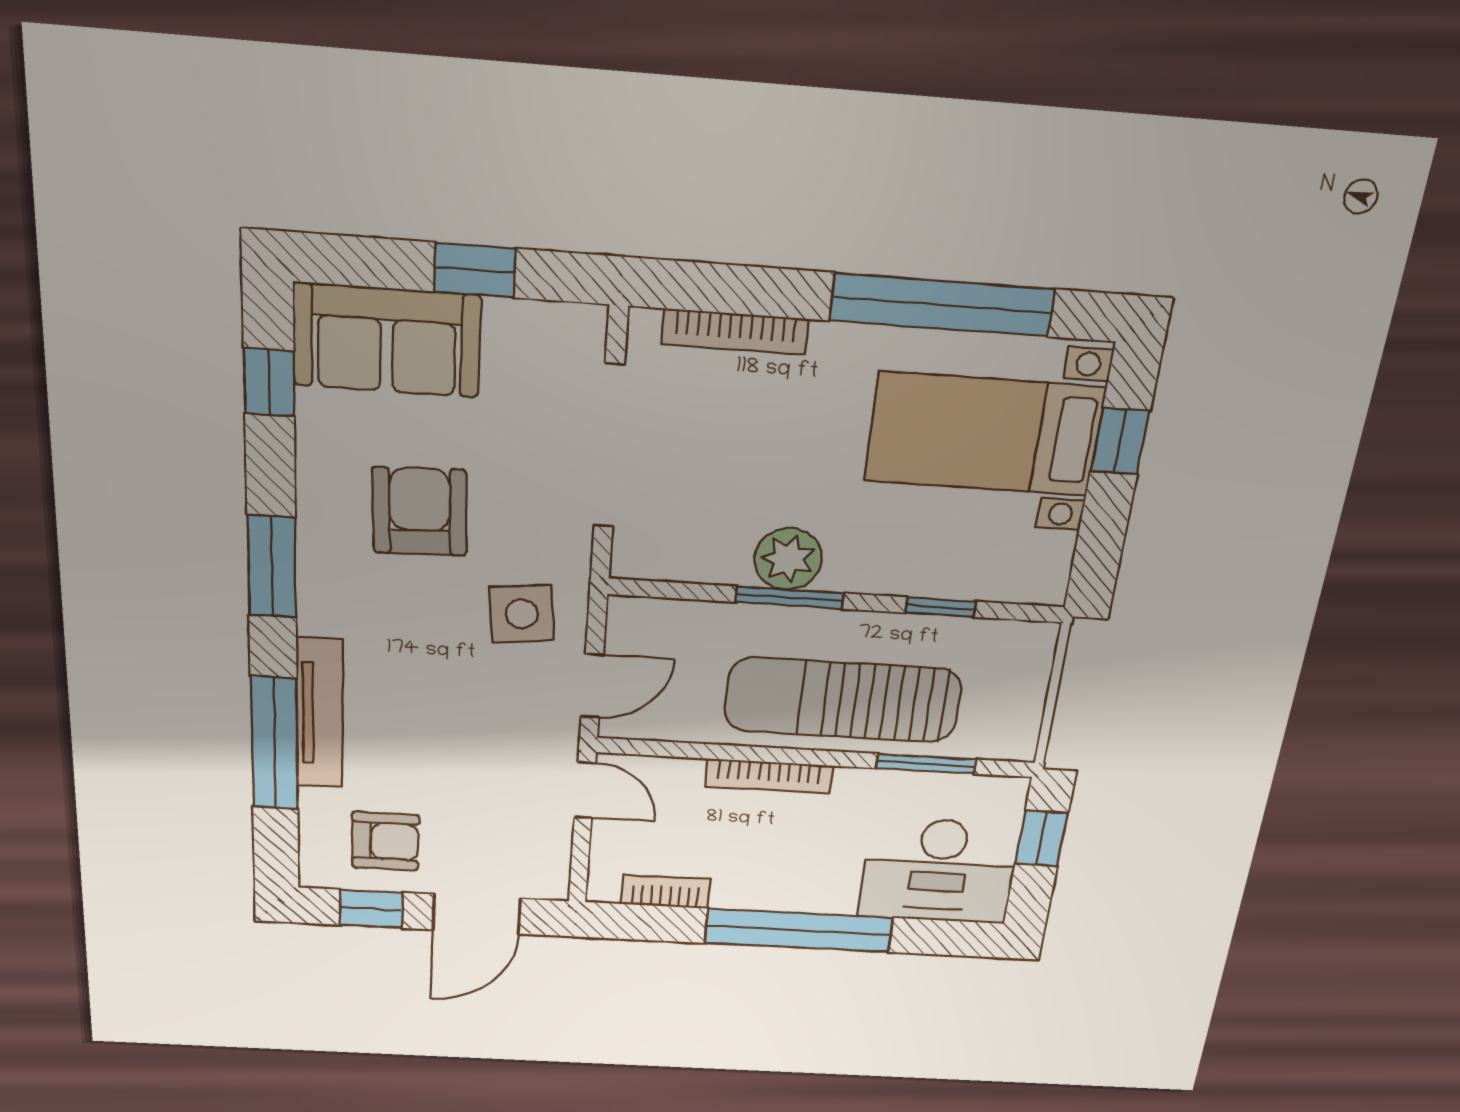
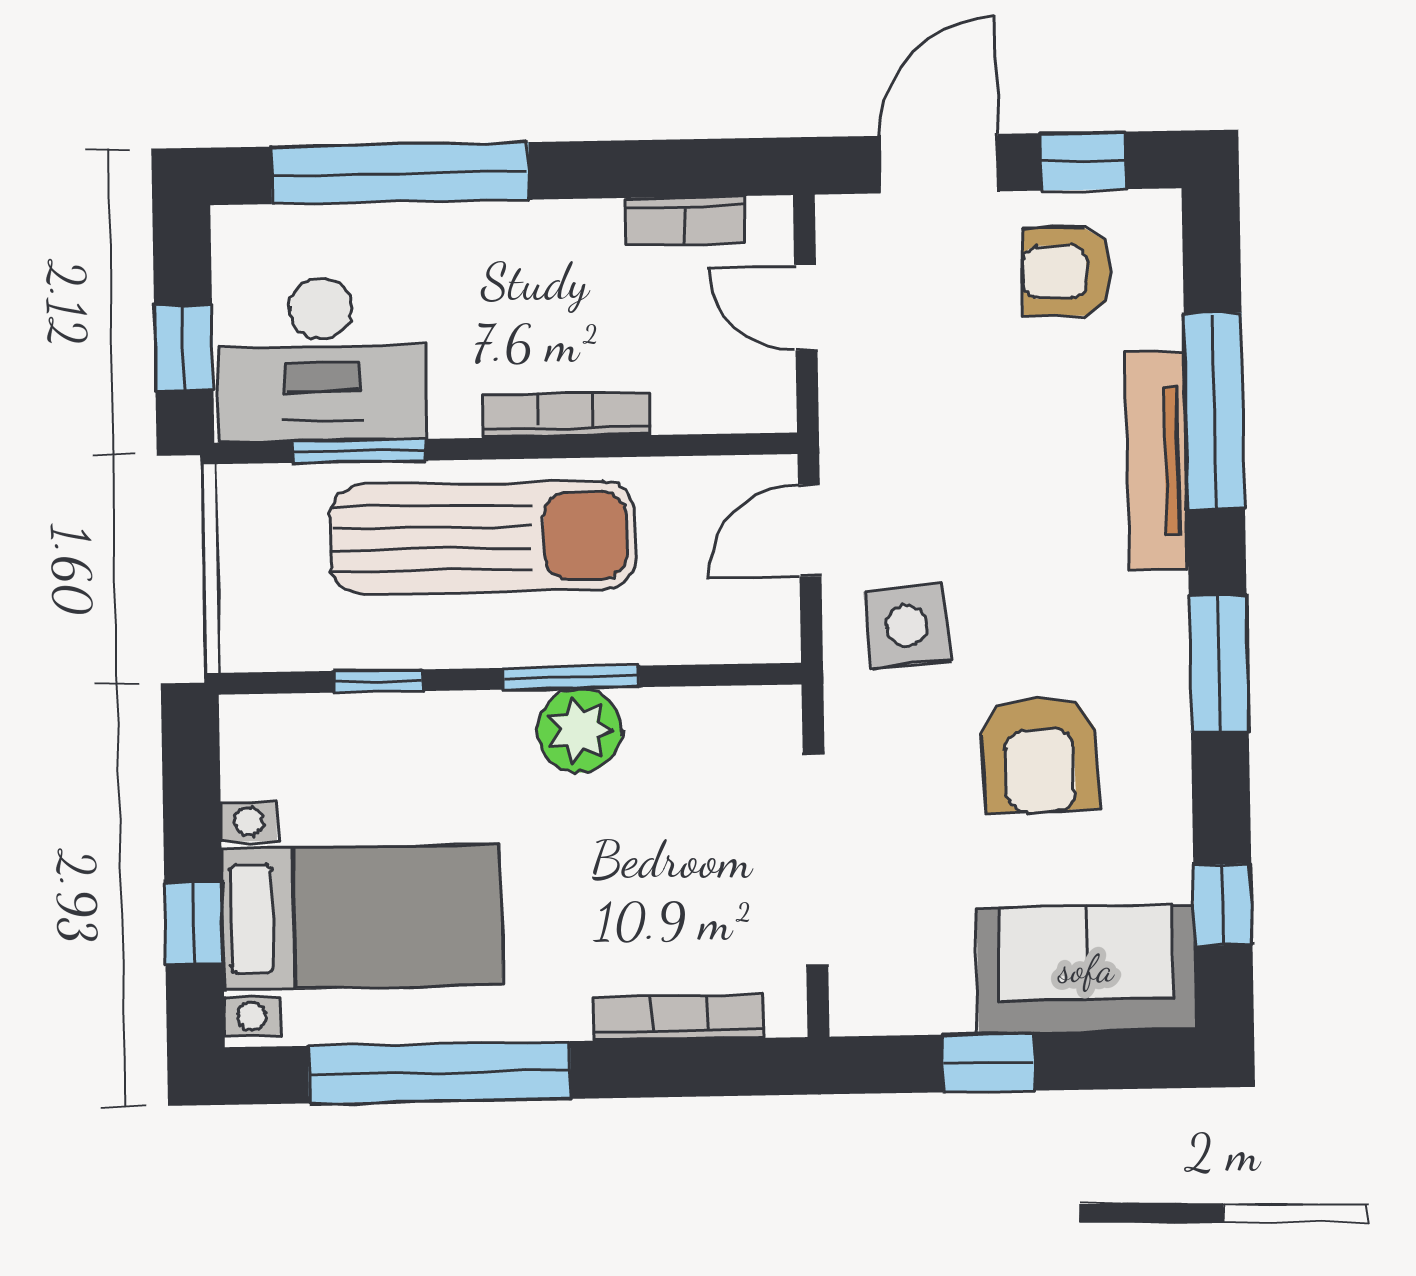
door: (585, 790) -> (806, 308), moved
desk: (939, 871) -> (322, 359), moved, turned 180
window: (799, 930) -> (400, 173), moved

